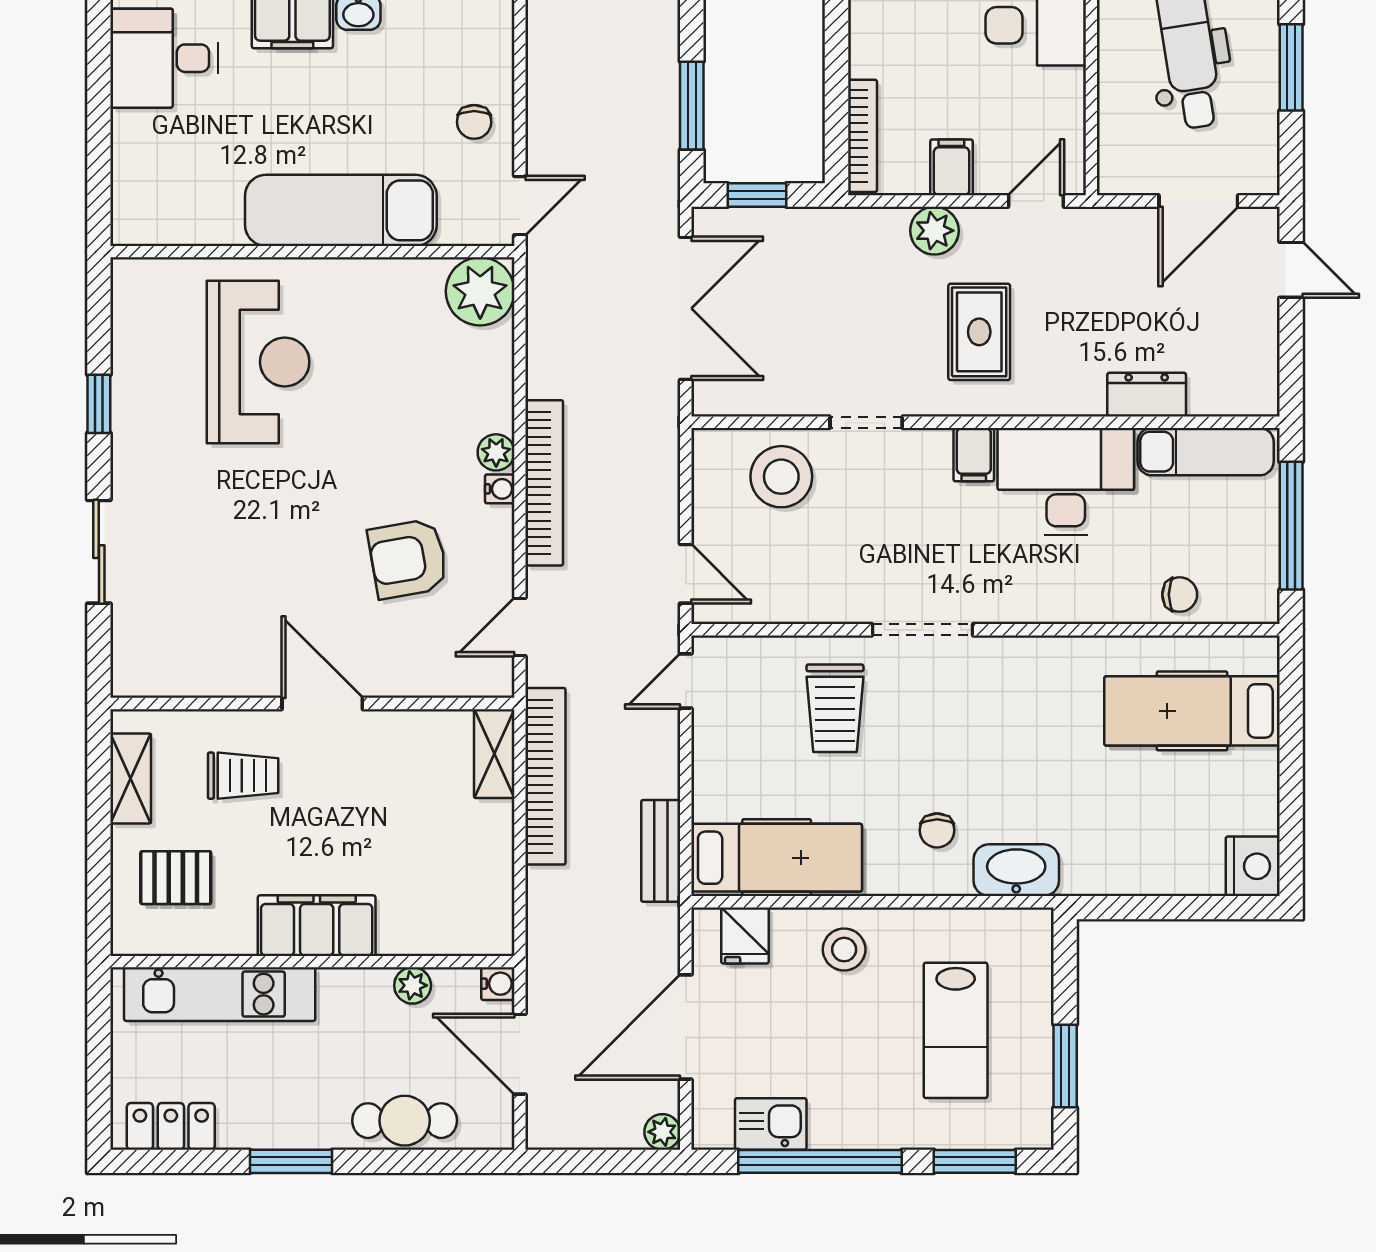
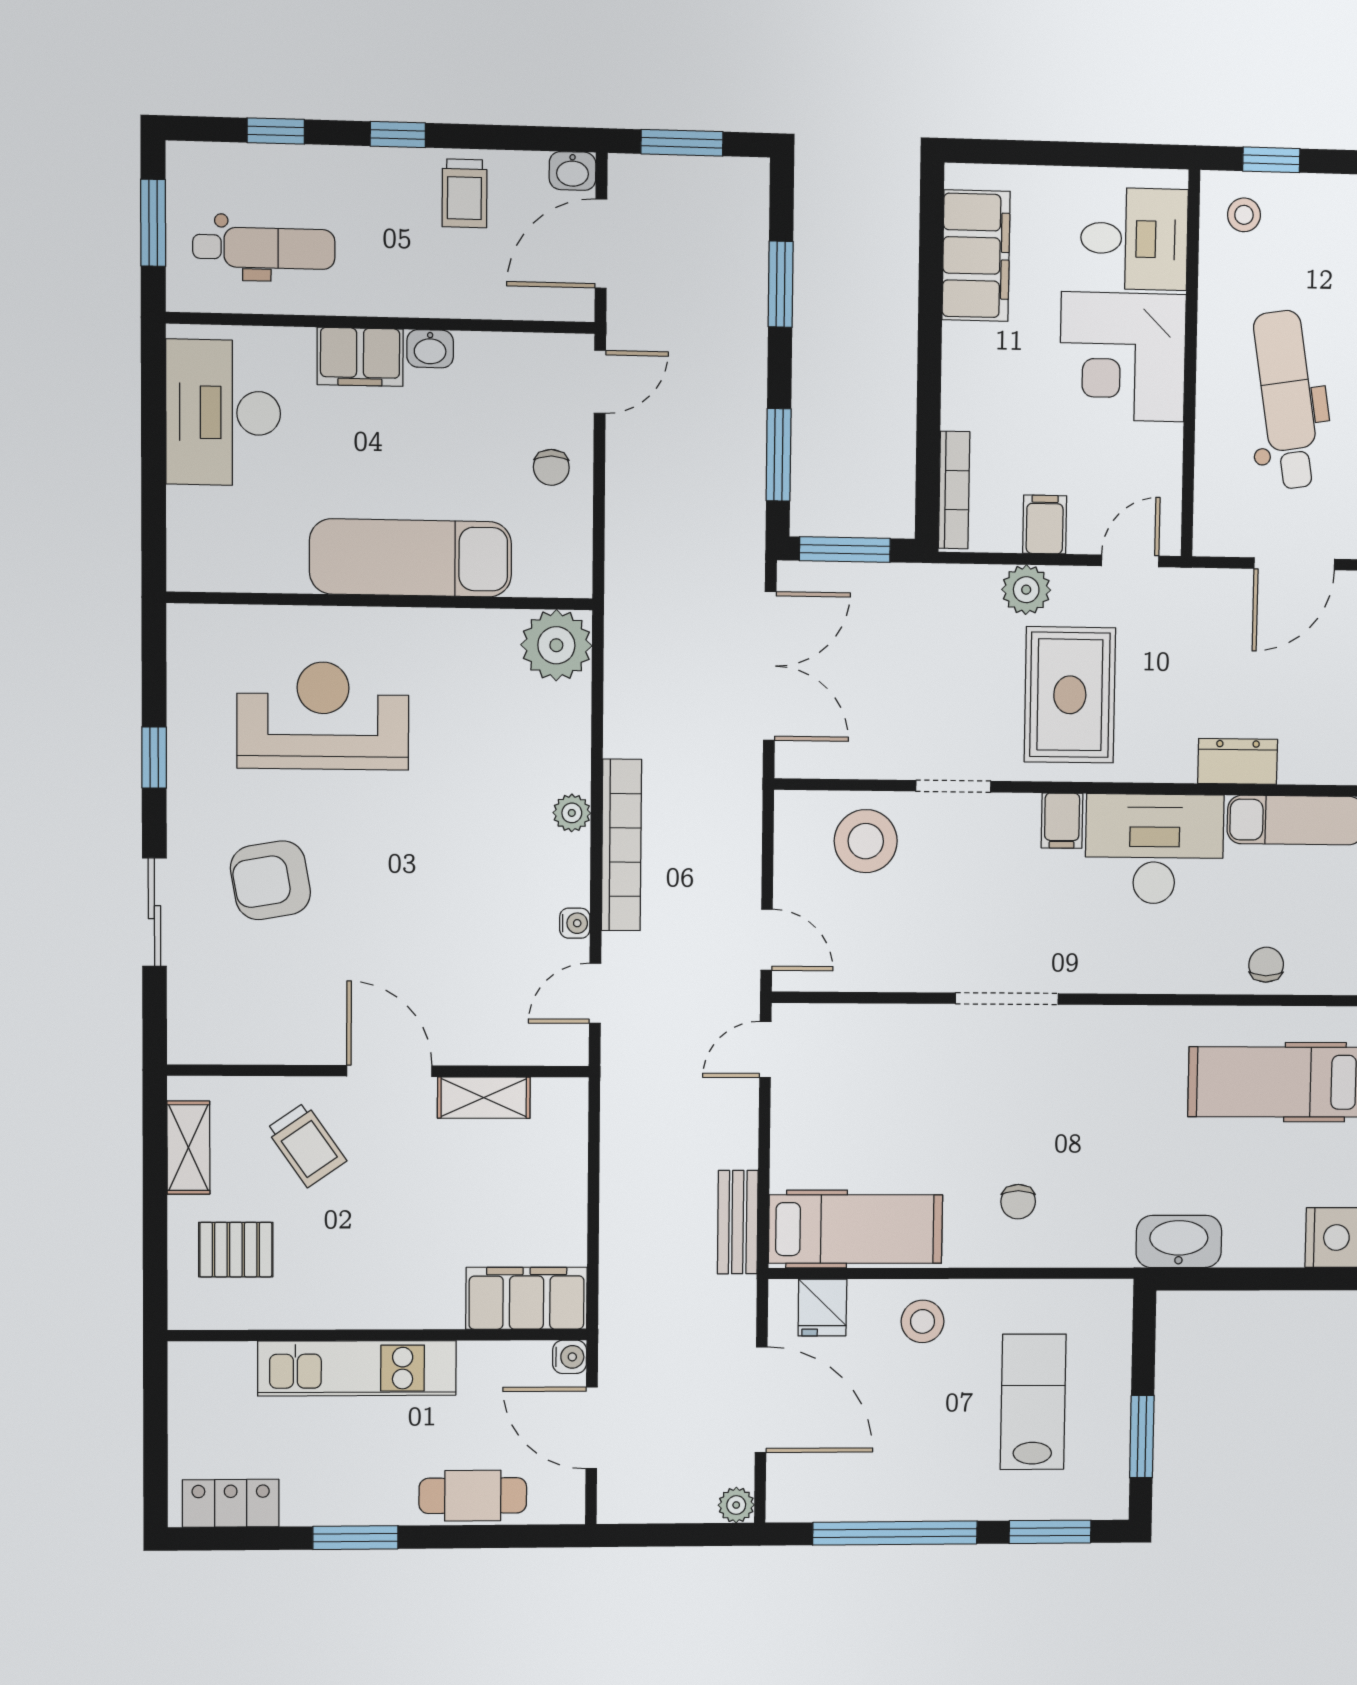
desk: (164, 58) -> (223, 413), width x1.37
window: (757, 195) -> (845, 549), width x1.50
door: (520, 206) -> (600, 382), moved
rug: (979, 332) -> (1070, 695), width x1.36, depth x1.43
reception desk: (258, 362) -> (323, 716), turned -90
water cooler: (500, 489) -> (575, 923), moved
armchair: (408, 559) -> (270, 880), moved
chair: (1180, 595) -> (1266, 965), turned -90
trolley: (835, 708) -> (917, 1078), removed
shelving: (494, 754) -> (484, 1098), moved, turned 90
trolley: (243, 776) -> (306, 1145), turned 55
bookcase: (545, 776) -> (620, 1146), removed
washbasin: (1016, 870) -> (1179, 1241), moved
filing cabinet: (317, 926) -> (527, 1298), moved
plant: (413, 985) -> (482, 1359), removed
kitchen unit: (220, 994) -> (357, 1368), moved
door: (686, 1027) -> (761, 1400), swing flipped
lab bench: (956, 1030) -> (1033, 1402), turned 180
kitchen sink: (771, 1124) -> (846, 1496), removed

